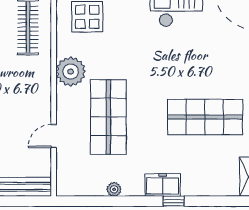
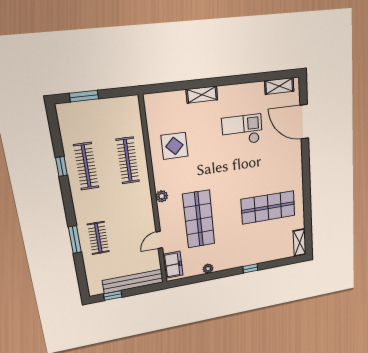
plant: (71, 72) -> (162, 196), width x0.53, depth x0.53
freezer: (163, 185) -> (173, 265), moved, turned 90

